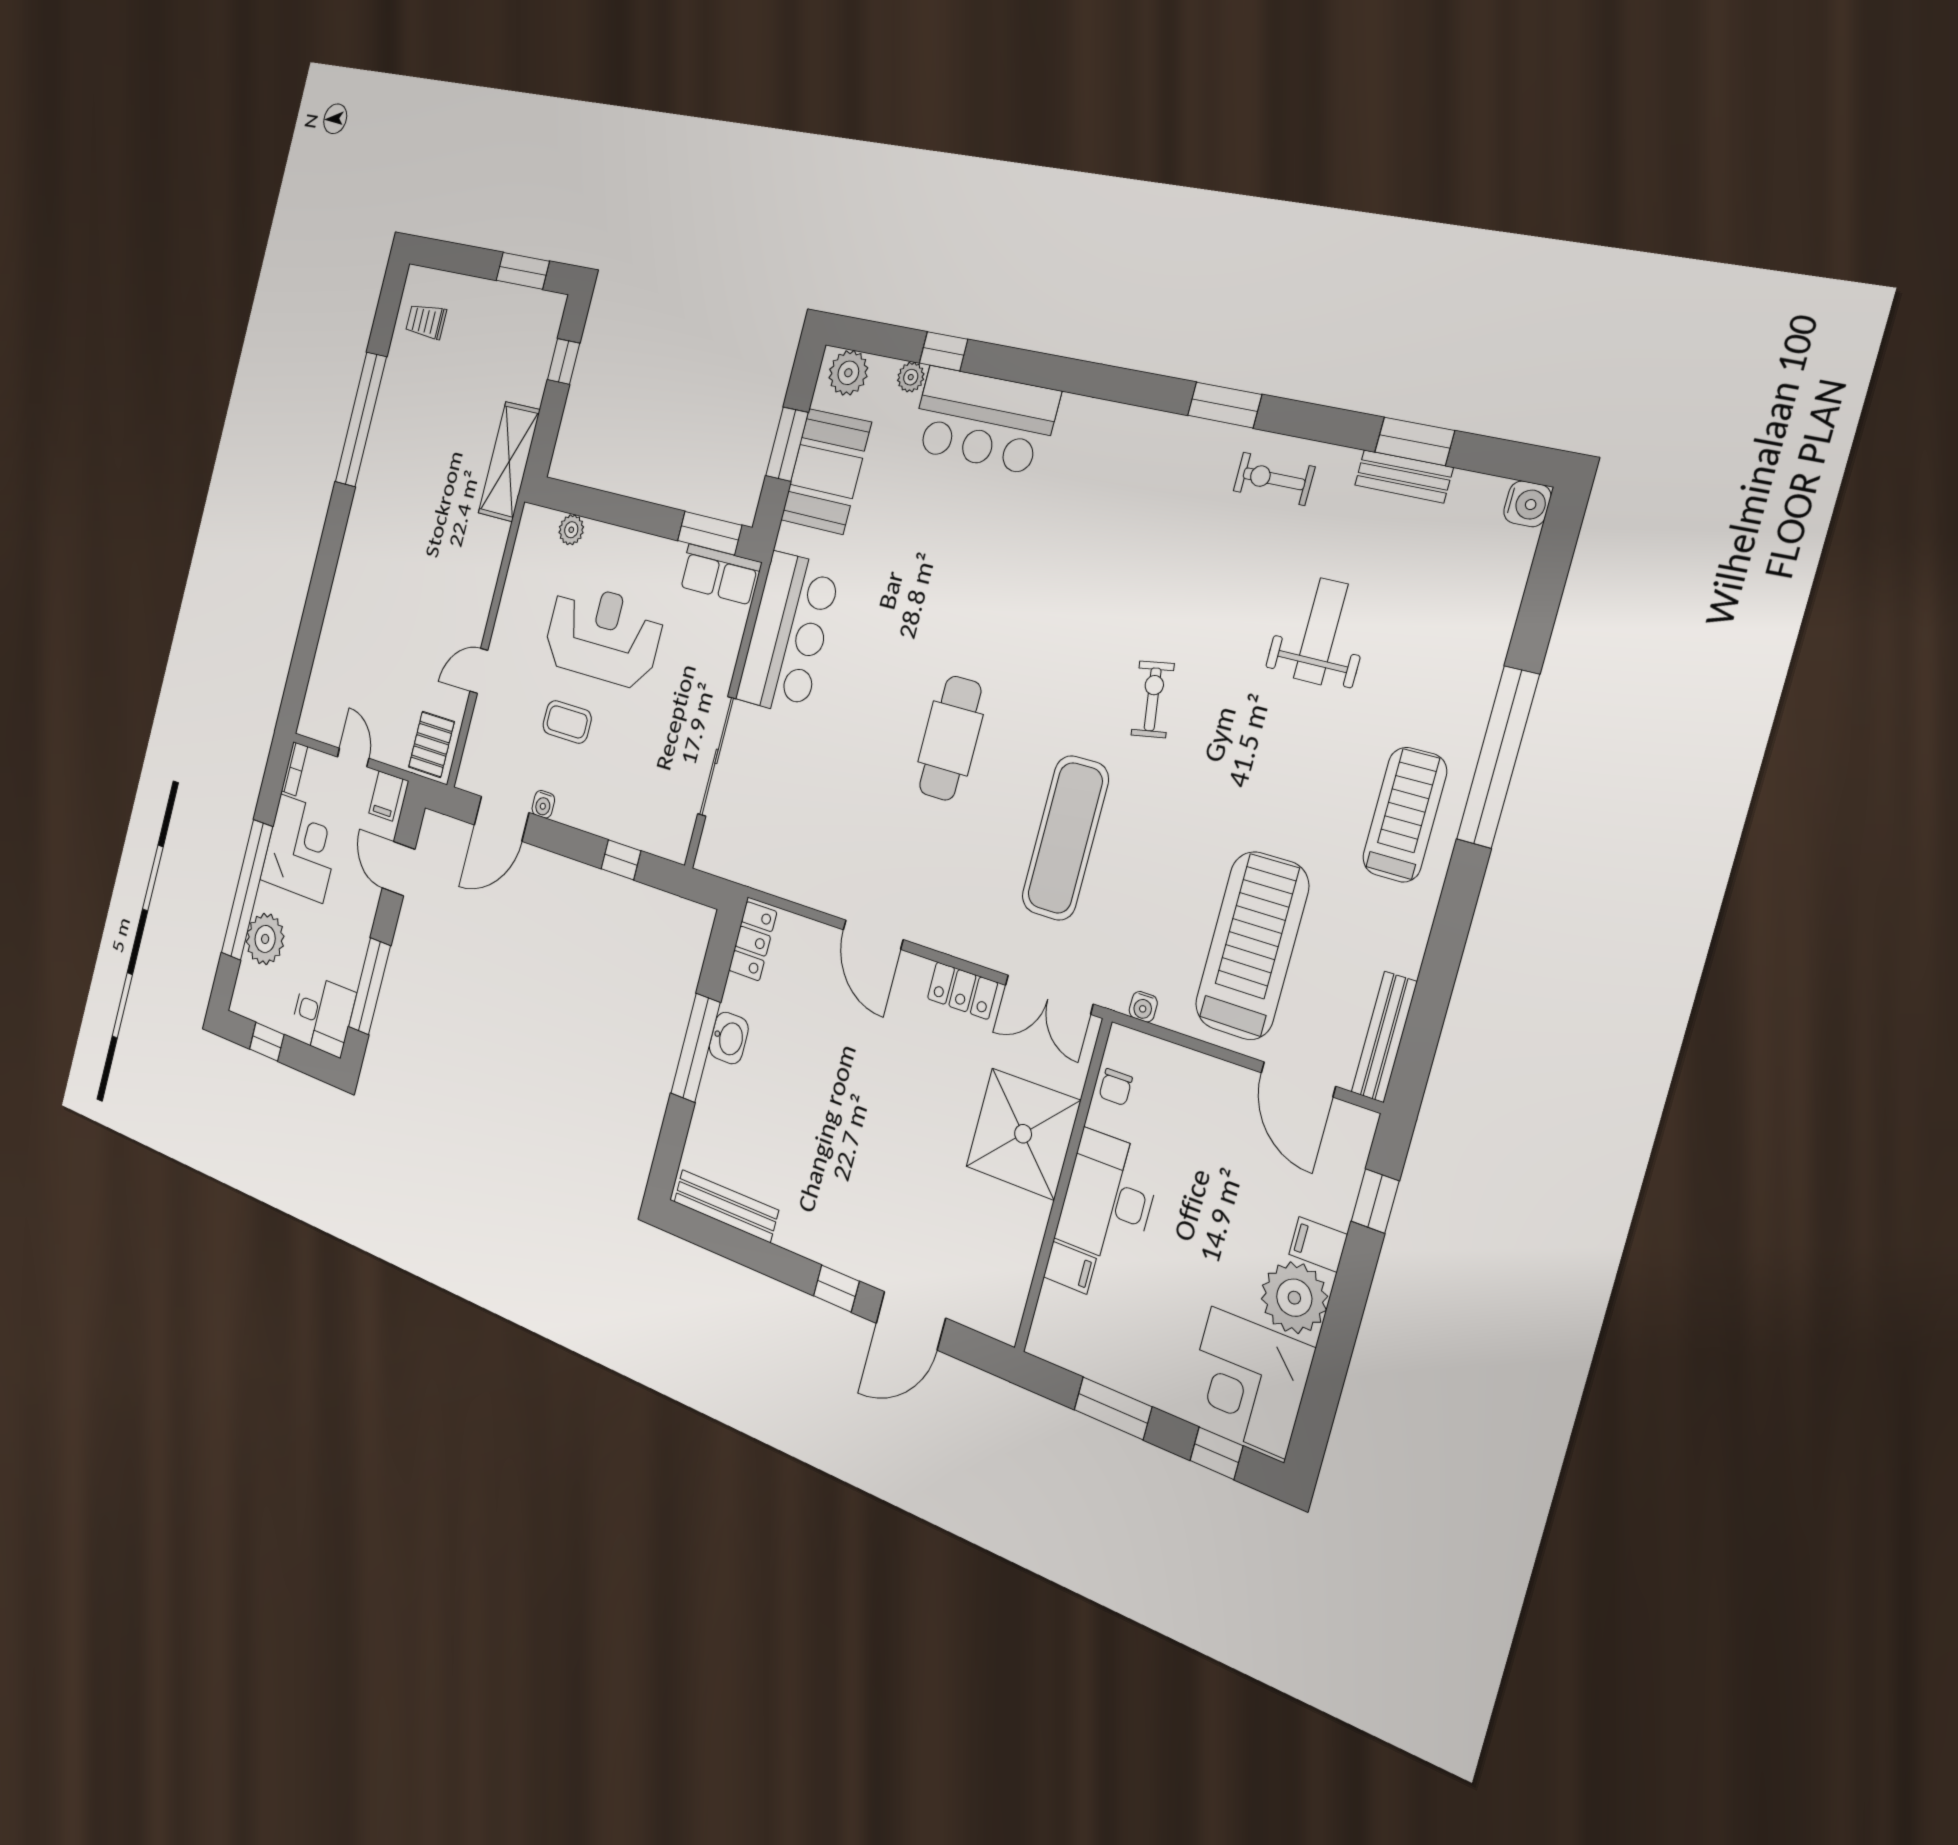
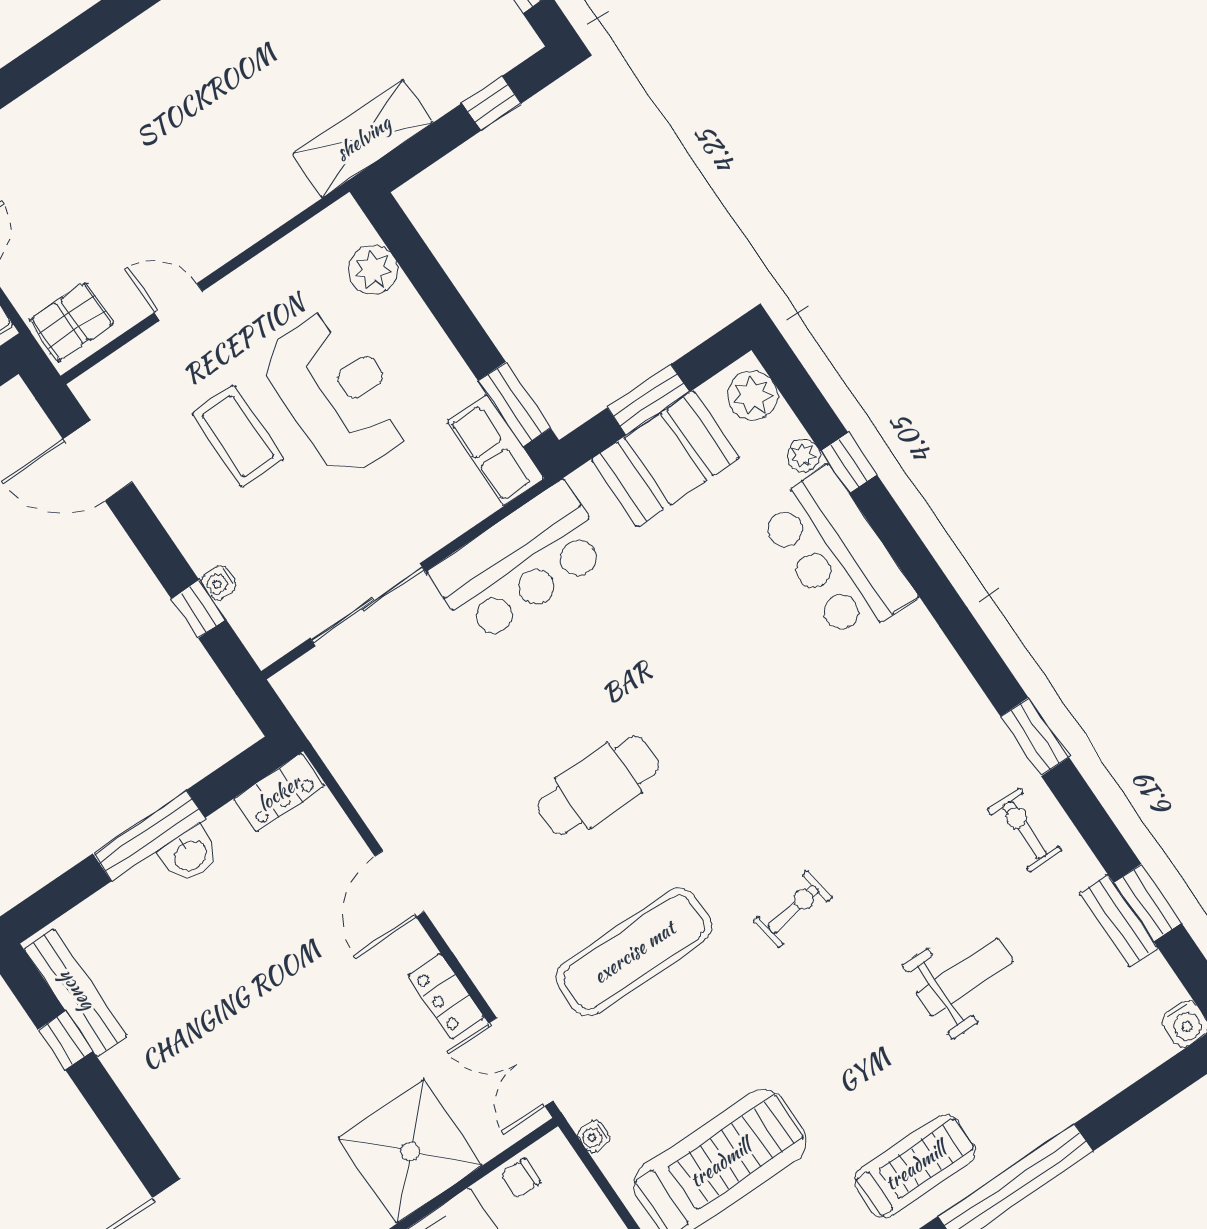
plant: (571, 530) -> (373, 270), width x1.38, depth x1.38
coffee table: (567, 722) -> (238, 436), width x1.36, depth x1.30
water cooler: (543, 804) -> (219, 583), moved
window: (836, 1289) -> (65, 1040), moved

